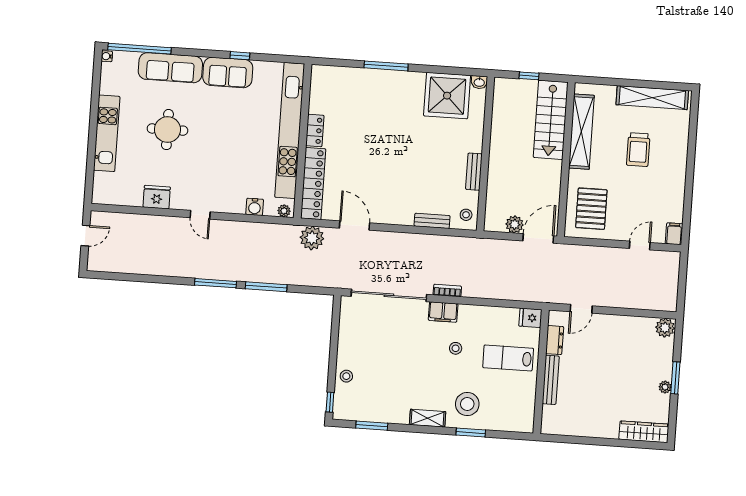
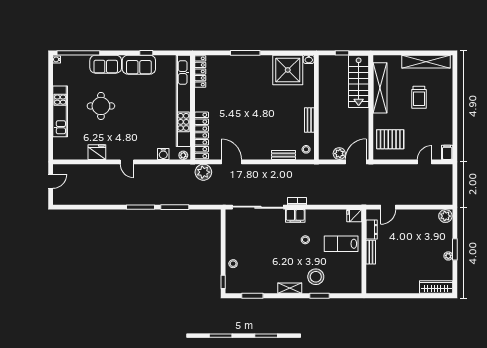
sofa: (170, 68) -> (106, 64), width x0.73
locker: (315, 131) -> (200, 72), moved, width x1.53
pallet: (591, 209) -> (390, 139), turned 90
bench: (551, 380) -> (371, 252), width x0.73

